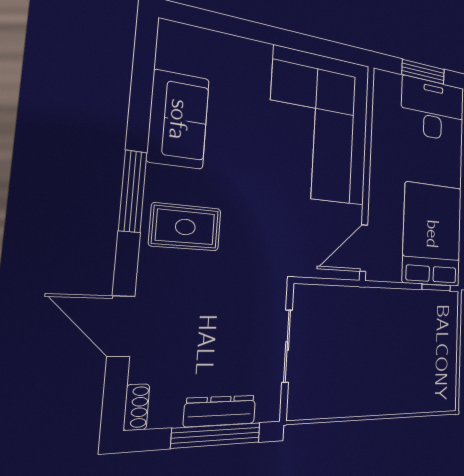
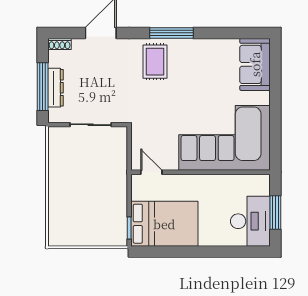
sofa: (178, 120) -> (255, 64), moved, turned 90
door: (364, 248) -> (151, 172), width x0.73

